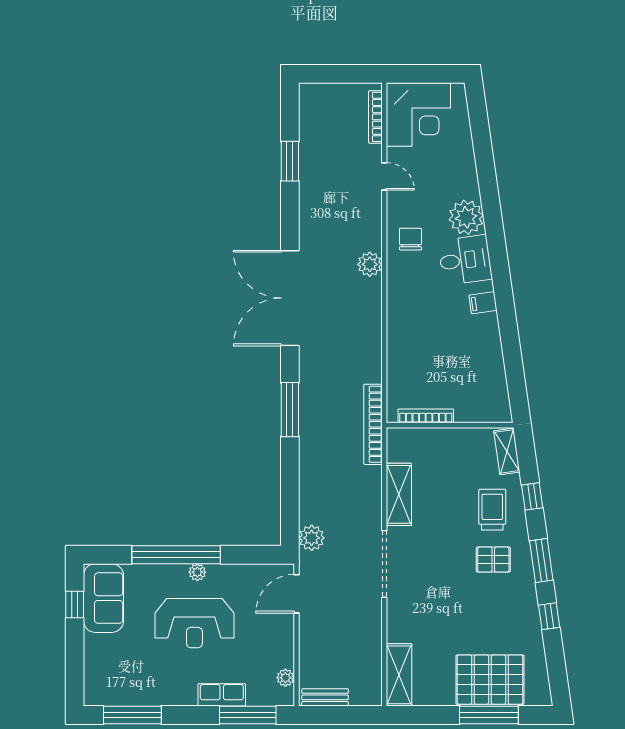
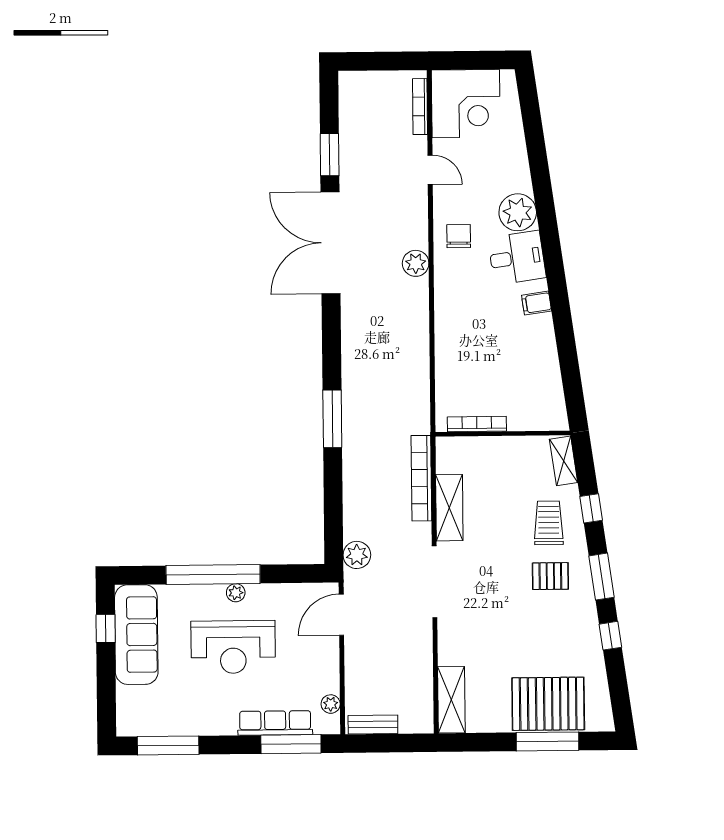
double door: (290, 298) -> (331, 243), moved
bookcase: (373, 424) -> (421, 478), moved
sofa: (103, 598) -> (136, 635), width x1.36
row of seats: (222, 695) -> (275, 723), width x1.48

